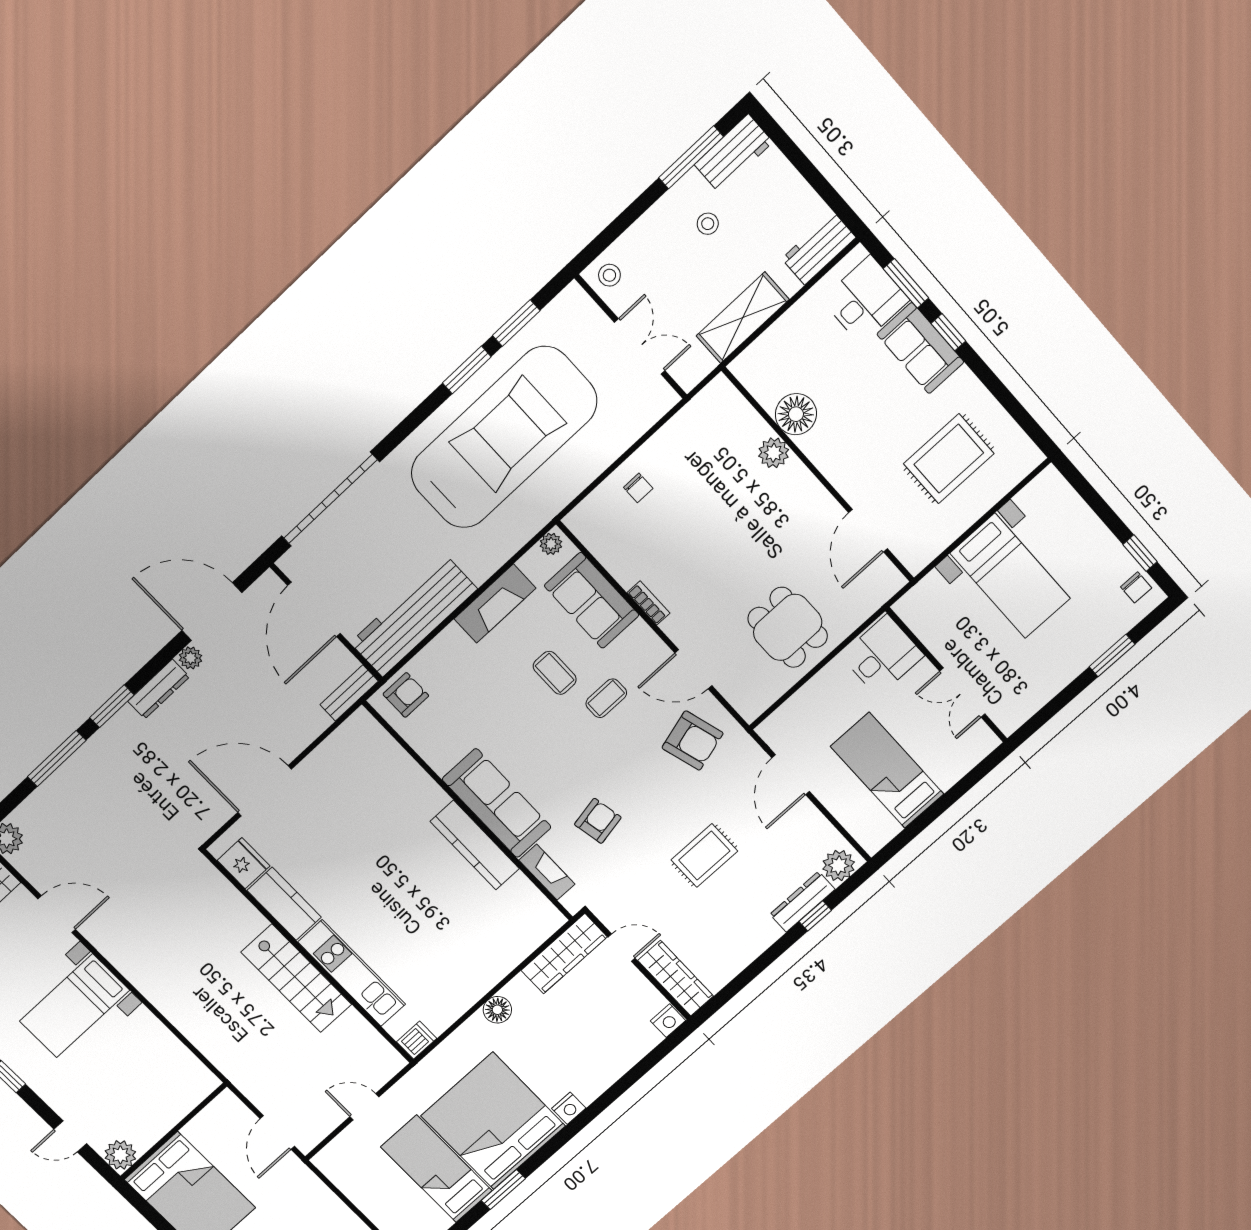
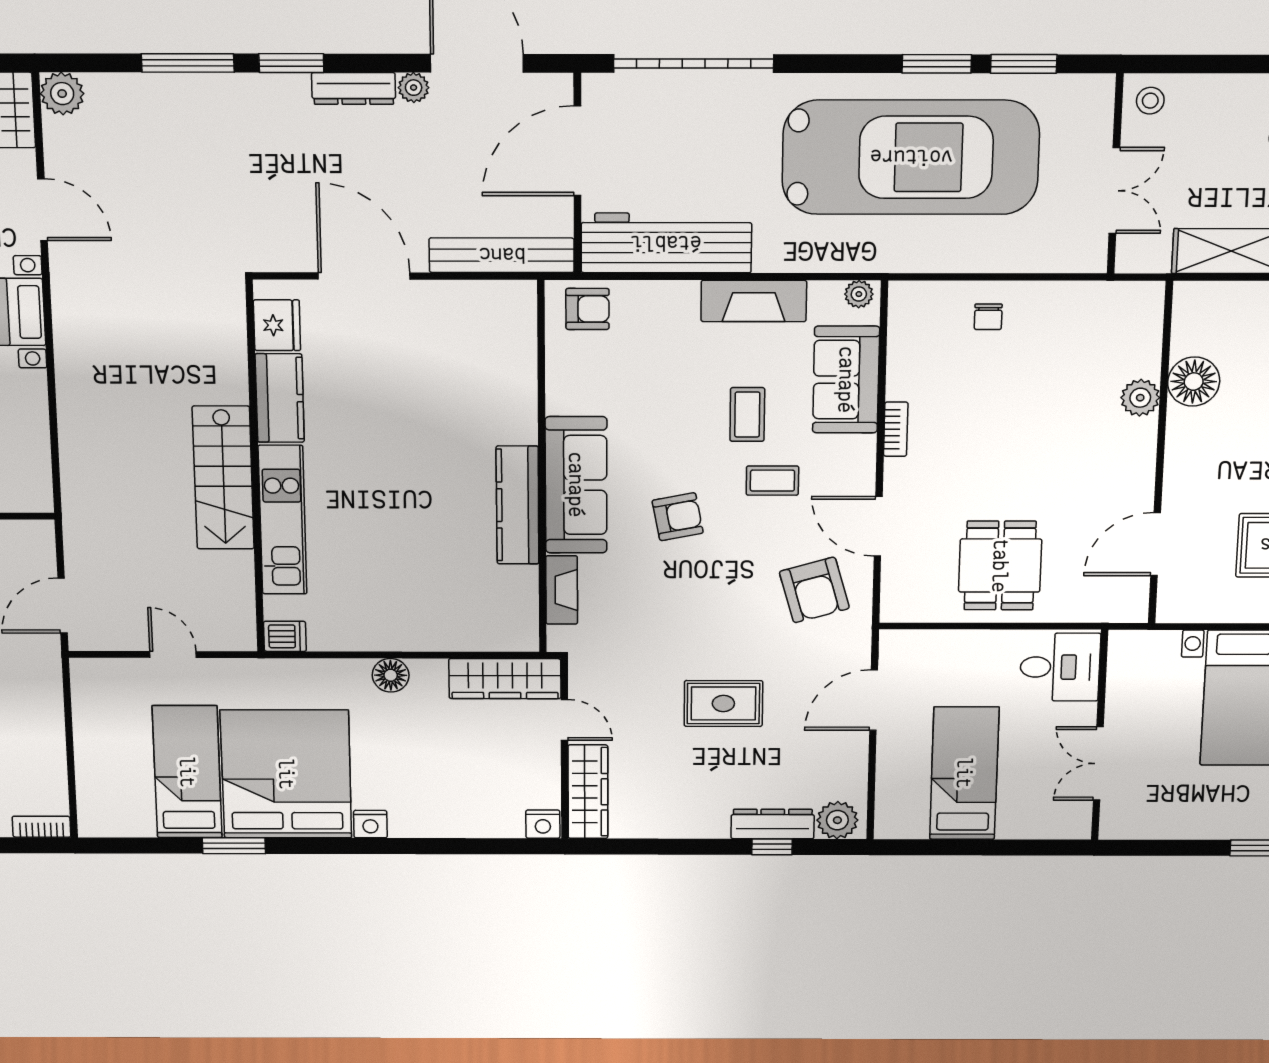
bench: (349, 693) -> (502, 255), width x1.86, depth x1.21
armchair: (598, 821) -> (678, 517), moved

